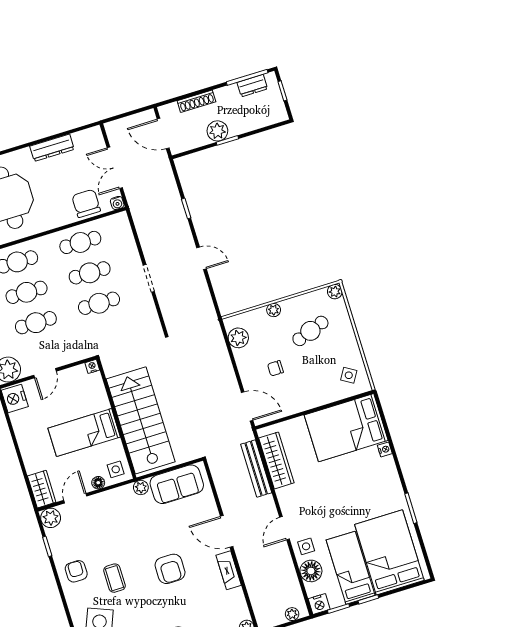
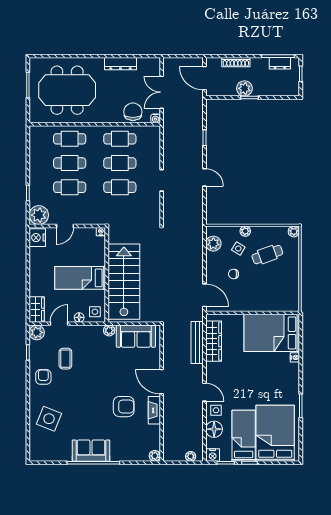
side table: (349, 375) -> (238, 248), moved
door: (285, 528) -> (204, 392), swing flipped
armchair: (170, 569) -> (124, 407), moved, turned -90
coffee table: (114, 578) -> (65, 359), moved

